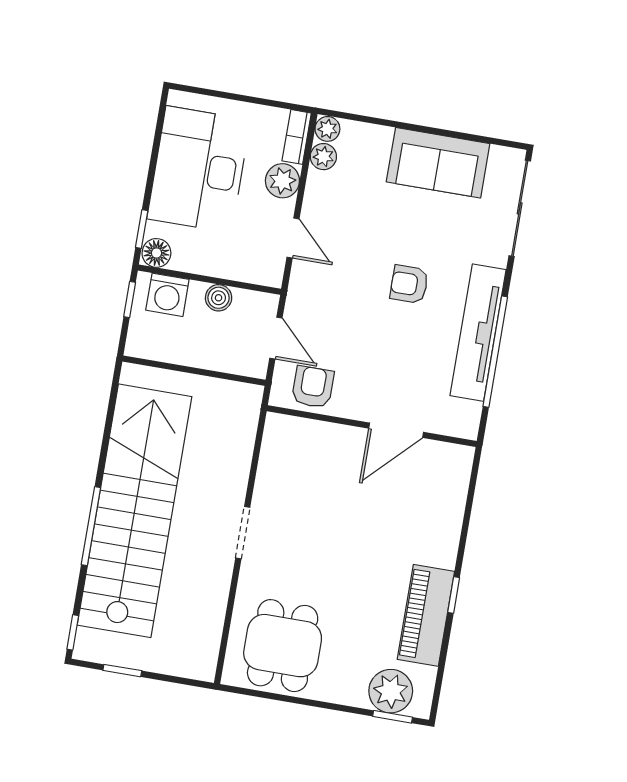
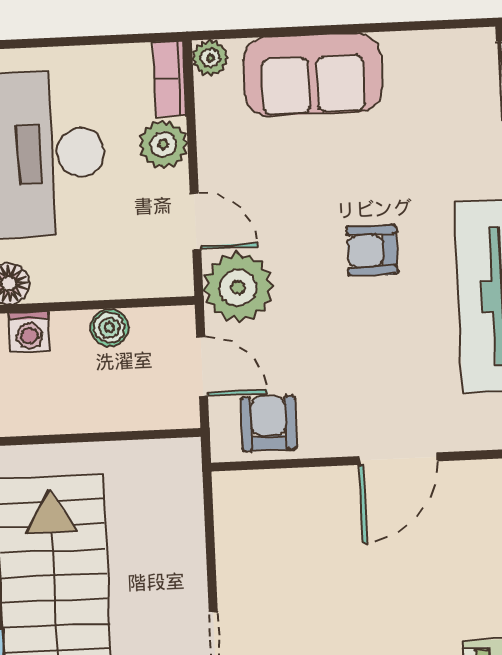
plant: (323, 157) -> (238, 287), moved, width x1.87, depth x1.87
sofa: (438, 163) -> (313, 74), moved
washing machine: (167, 295) -> (29, 332), width x0.73, depth x0.73

